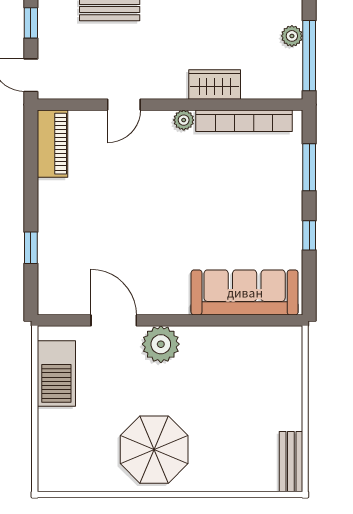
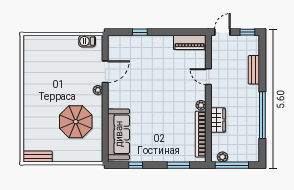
plant: (292, 36) -> (222, 157), moved
window: (309, 235) -> (136, 165), moved
plant: (161, 344) -> (98, 90), width x0.53, depth x0.53
barbecue: (56, 374) -> (87, 41), width x0.53, depth x0.65
parasol: (154, 450) -> (76, 122), moved

